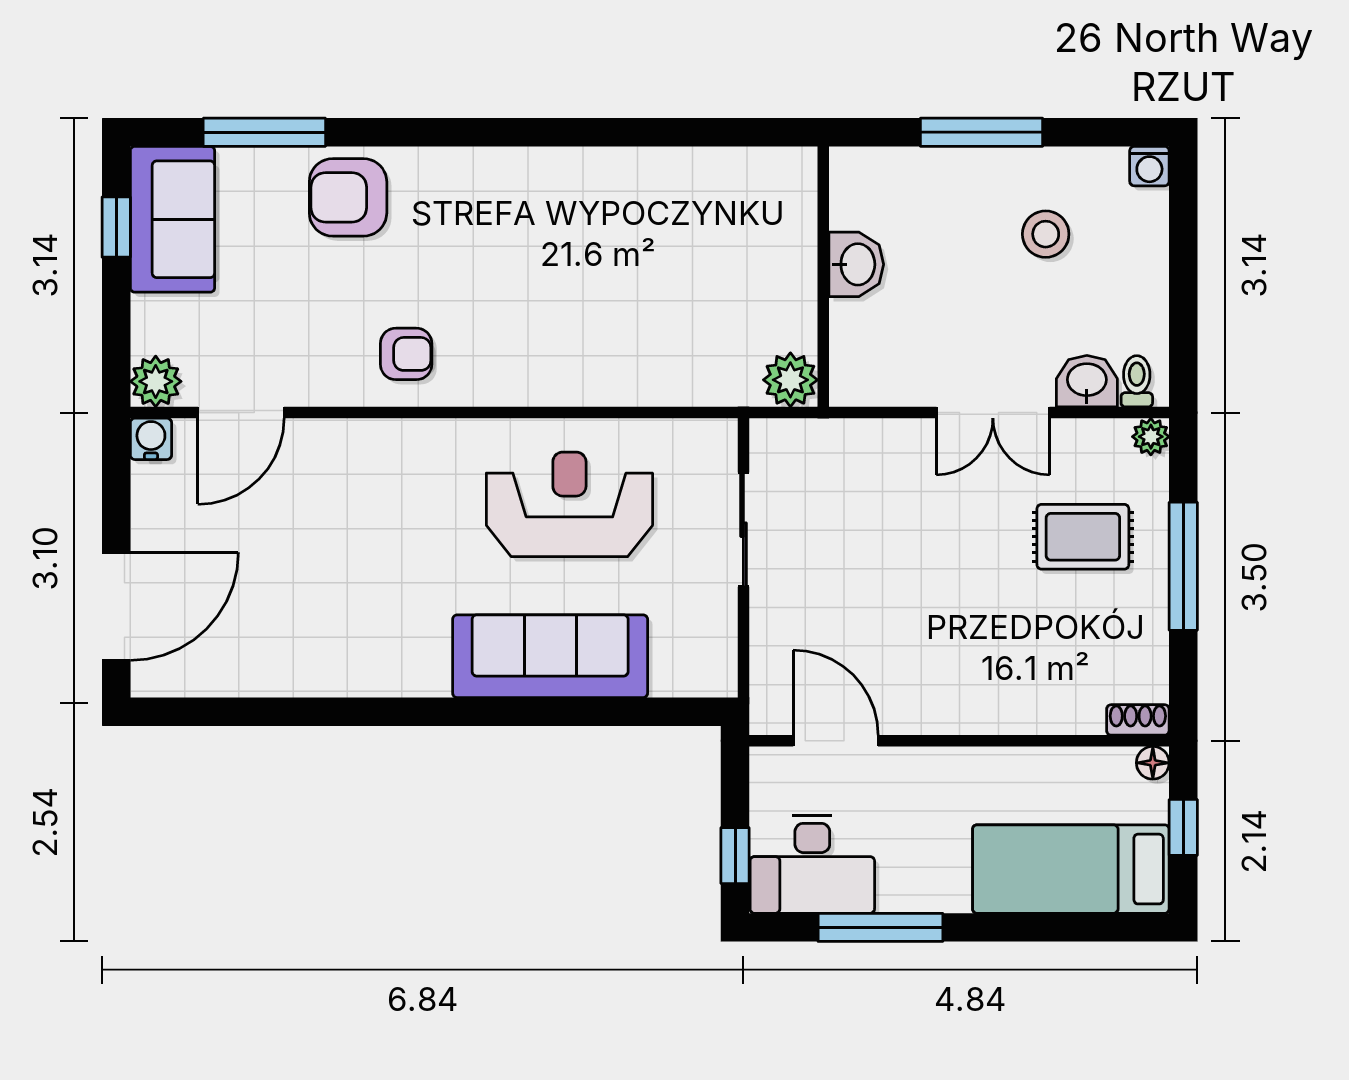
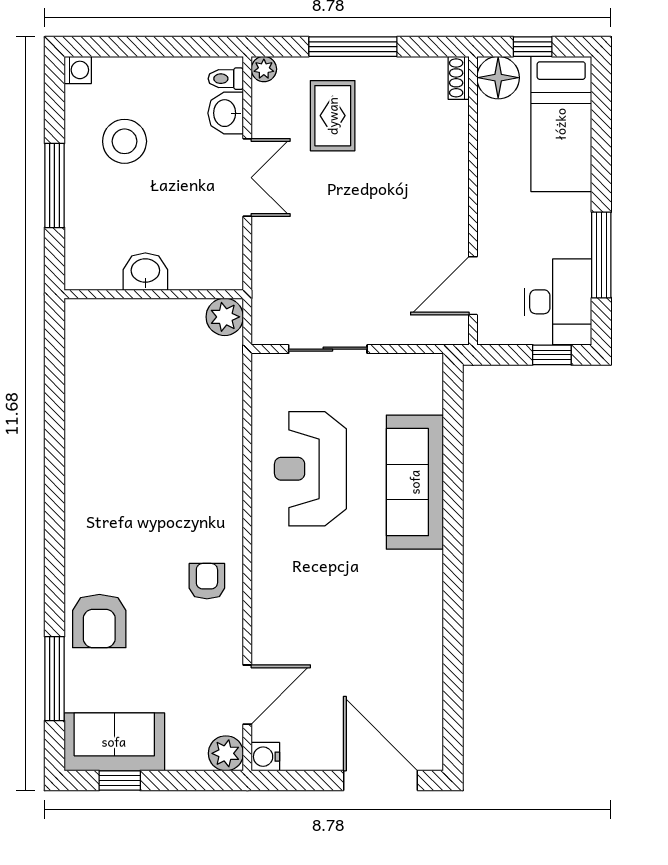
stool: (1046, 234) -> (125, 141), width x1.38, depth x1.38
door: (241, 413) -> (247, 695), hinge flipped
floor lamp: (1153, 763) -> (498, 78), width x1.89, depth x1.89

